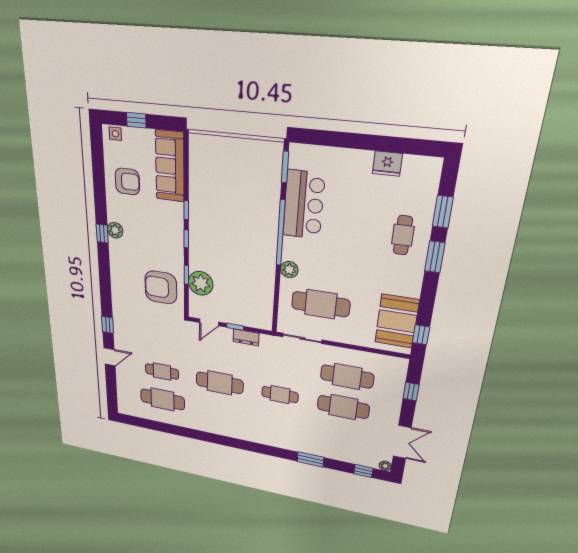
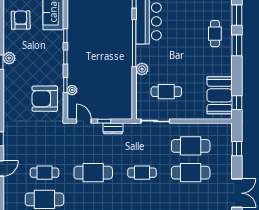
armchair: (127, 181) -> (21, 20), turned -91
plant: (201, 283) -> (72, 90), width x0.53, depth x0.53
cafe table: (321, 304) -> (166, 92), width x0.73, depth x0.74
door: (209, 322) -> (84, 121), swing flipped

